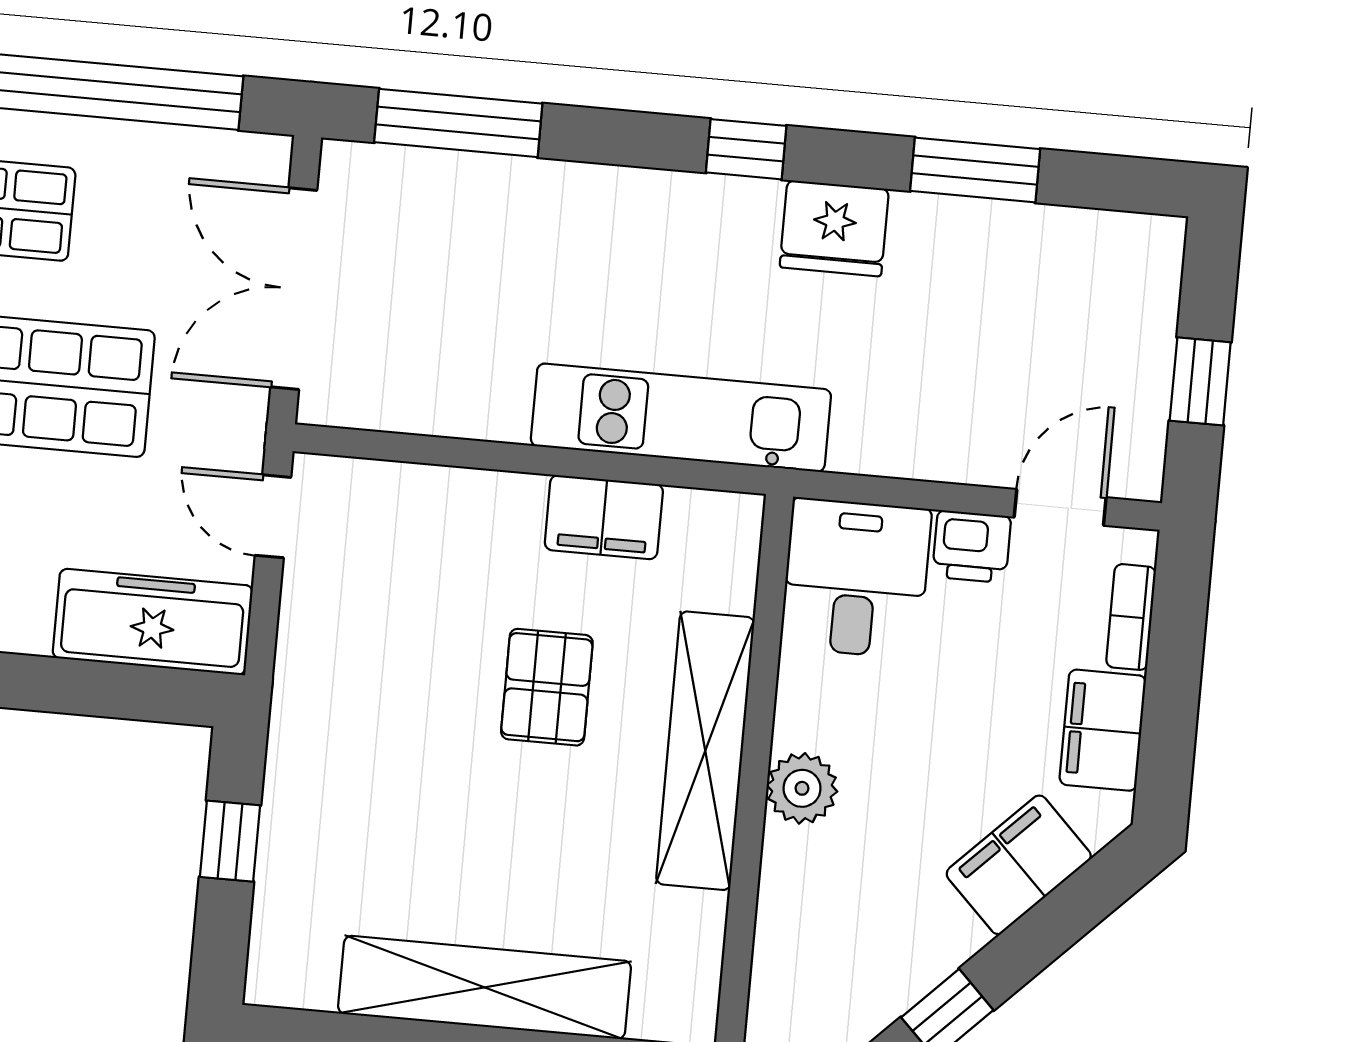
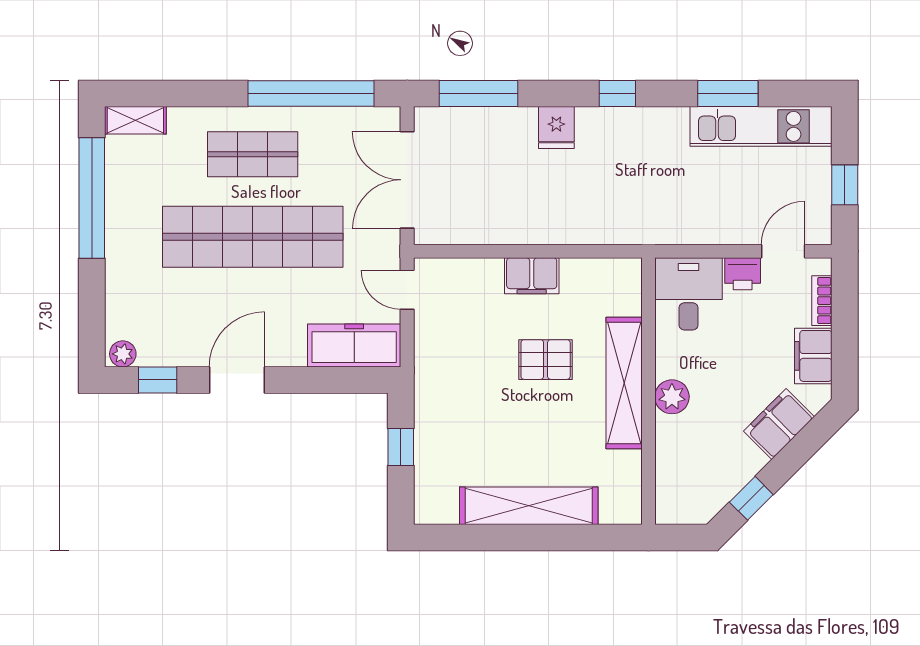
fridge: (834, 228) -> (556, 127), moved, width x0.72
kitchen unit: (681, 418) -> (761, 126), moved, turned 180
filing cabinet: (604, 517) -> (532, 276), moved
pallet: (547, 687) -> (546, 360), turned 90

